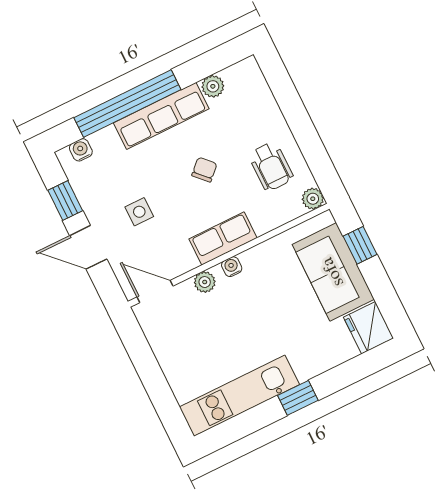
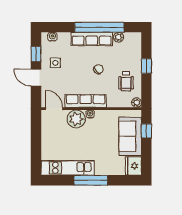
window: (127, 104) -> (99, 27), moved
window: (297, 116) -> (146, 66), added
side table: (139, 212) -> (55, 63), moved
row of seats: (223, 238) -> (86, 101), width x1.48
plant: (205, 282) -> (76, 119), width x1.88, depth x1.88
window: (298, 398) -> (91, 180), width x2.17

